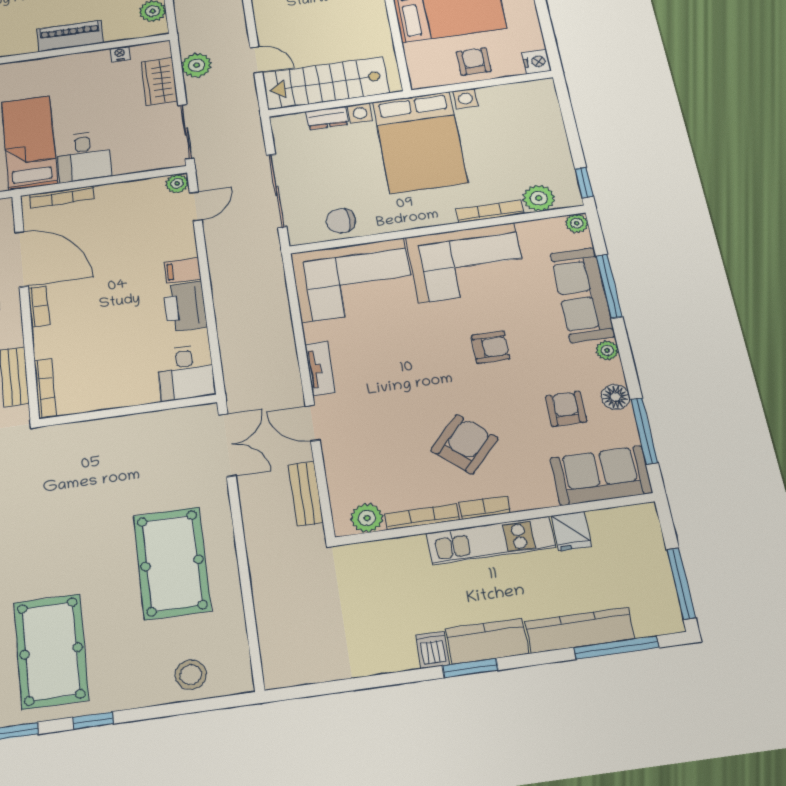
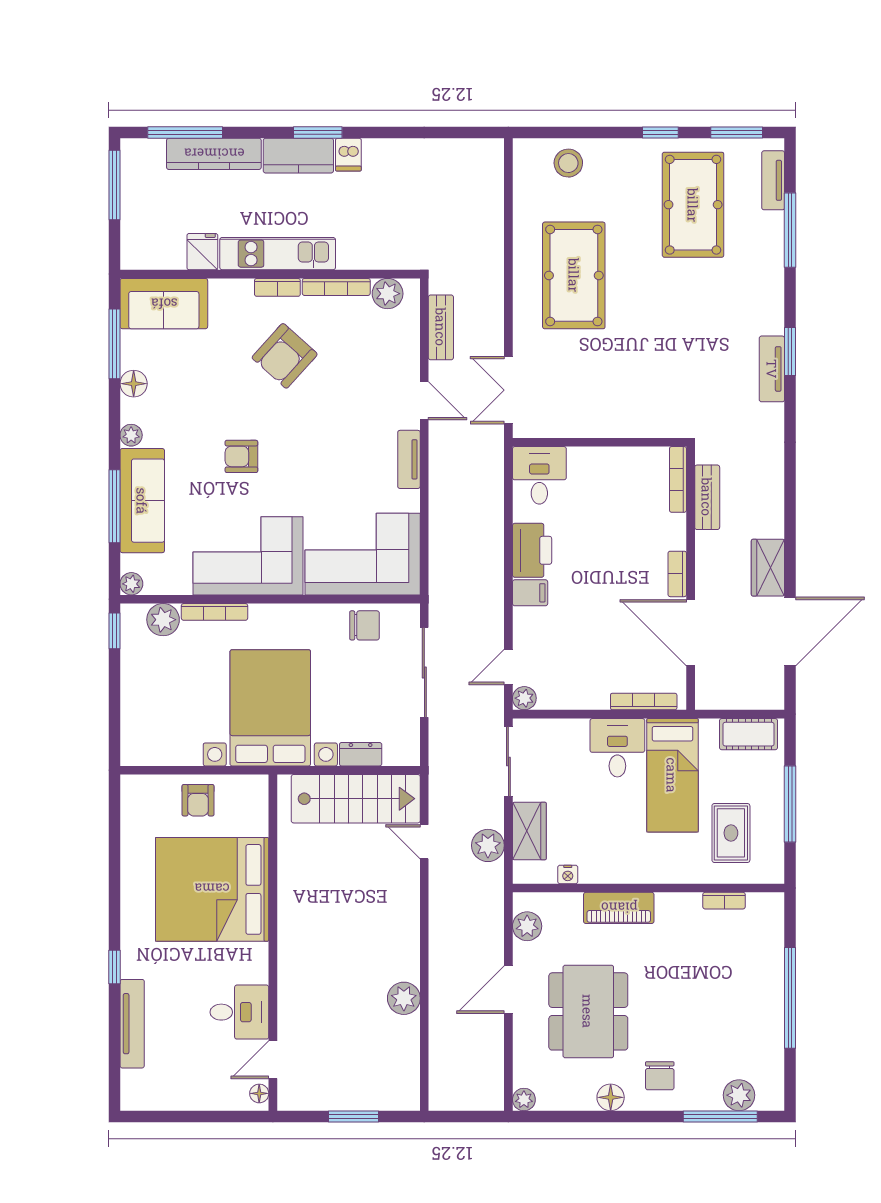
nightstand: (537, 62) -> (133, 789), removed
armchair: (566, 409) -> (182, 378), removed

